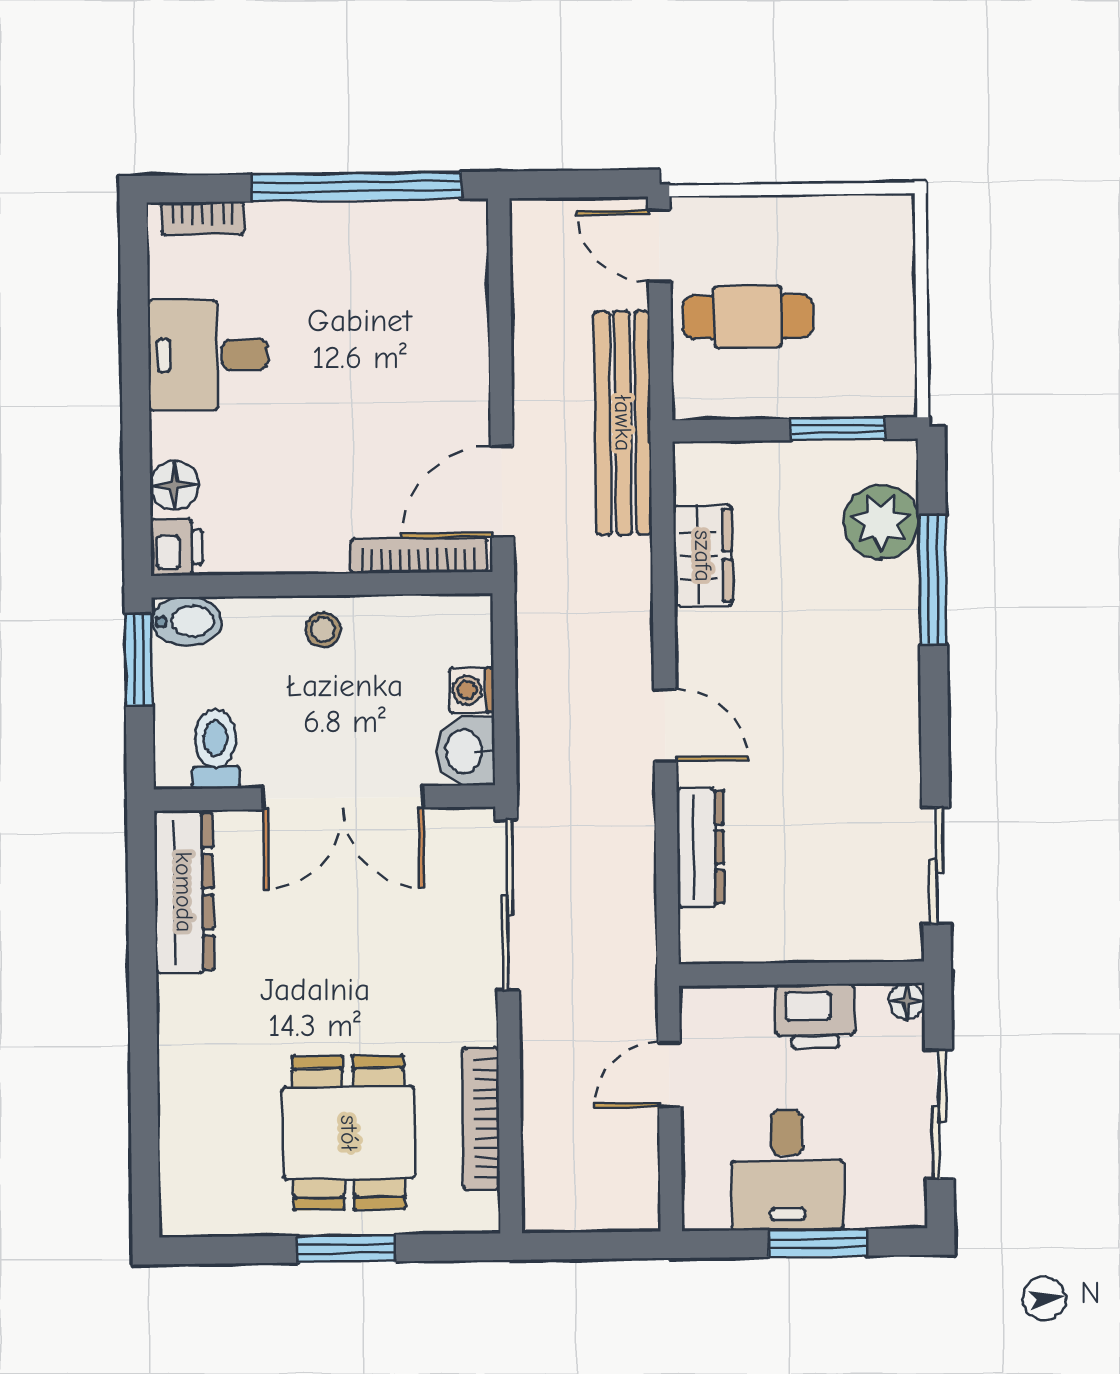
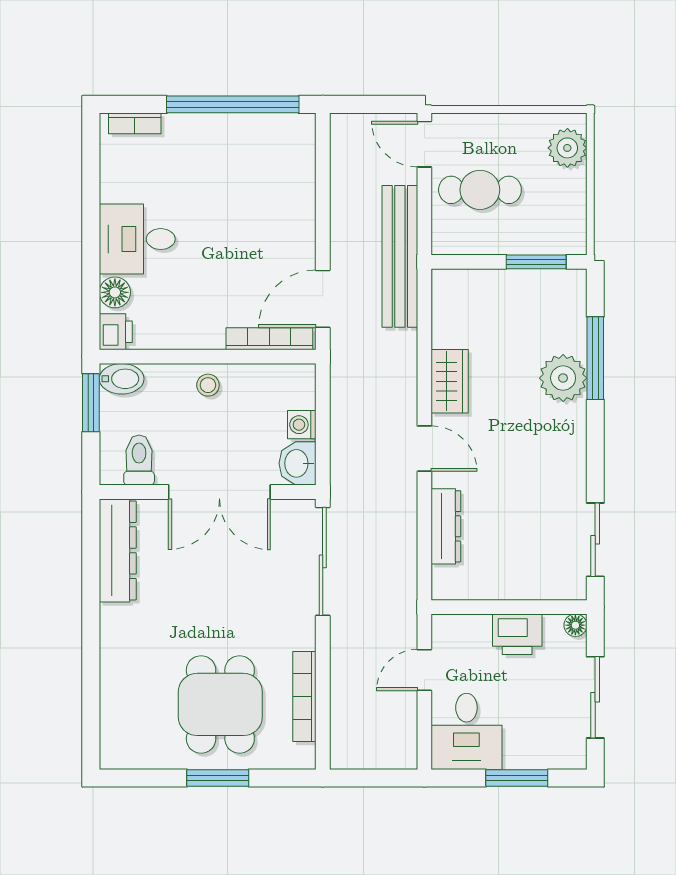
plant: (885, 249) -> (567, 148), added
desk: (208, 355) -> (137, 239), moved
plant: (881, 522) -> (563, 378), moved
wardrobe: (703, 556) -> (450, 381), moved
desk: (787, 1170) -> (466, 731), moved

